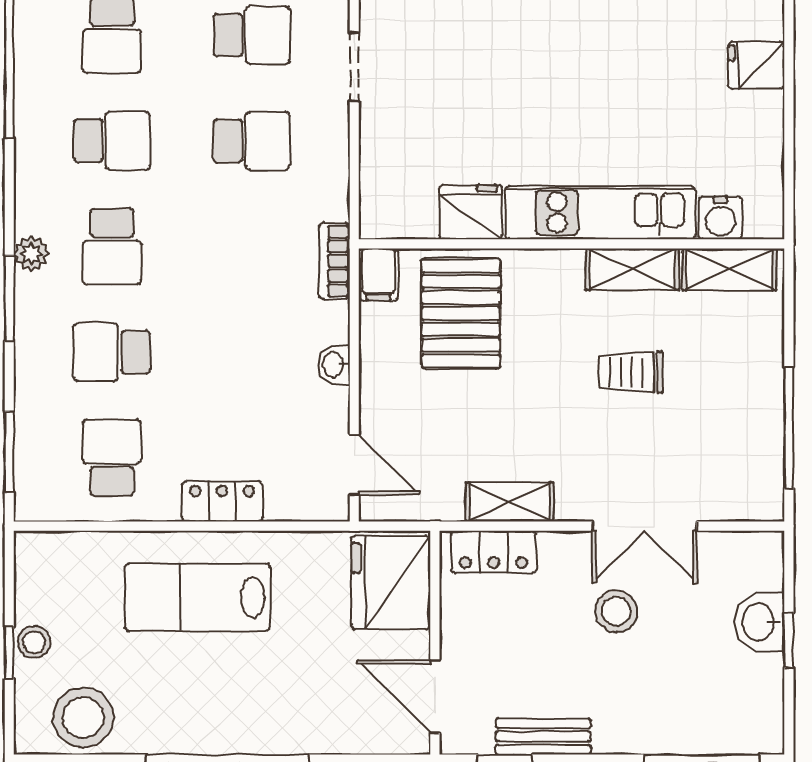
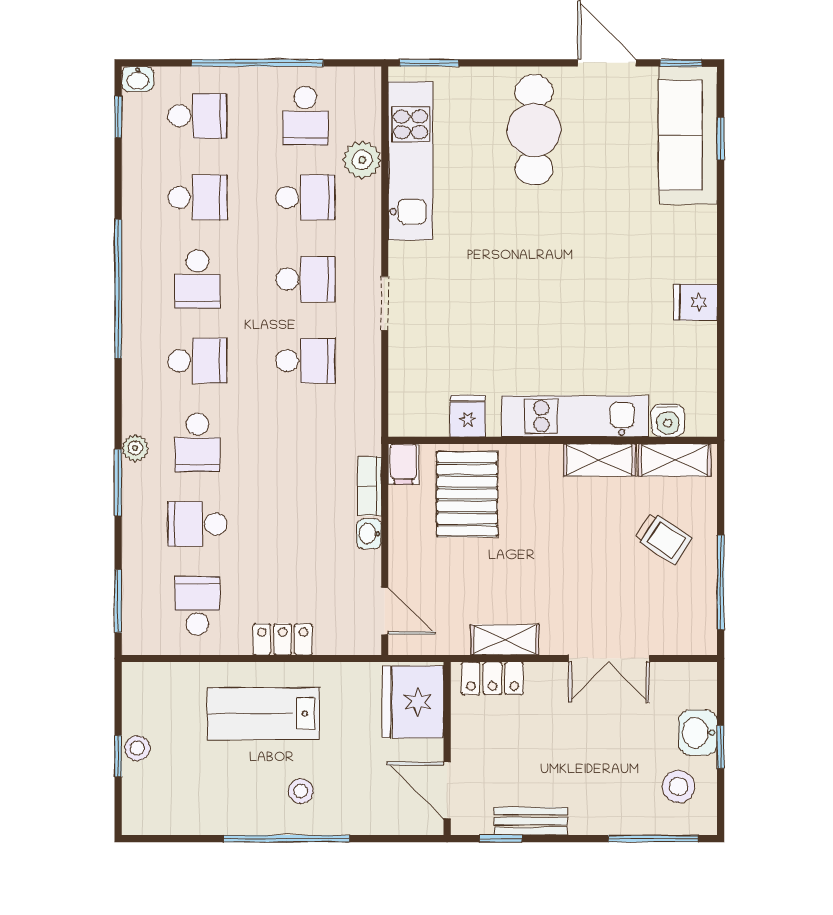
fridge: (471, 212) -> (468, 416), width x0.72
bookcase: (334, 261) -> (369, 486), moved
trolley: (631, 372) -> (663, 538), moved, turned -147
stool: (616, 611) -> (679, 787), moved
stool: (83, 717) -> (301, 791), moved, width x0.53, depth x0.53

